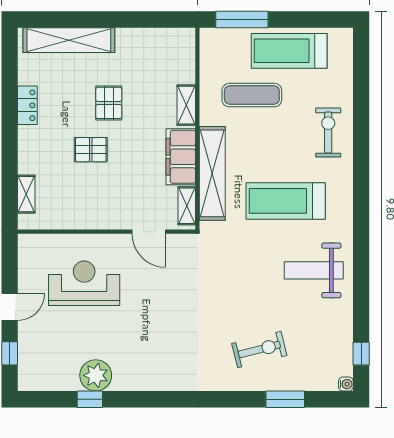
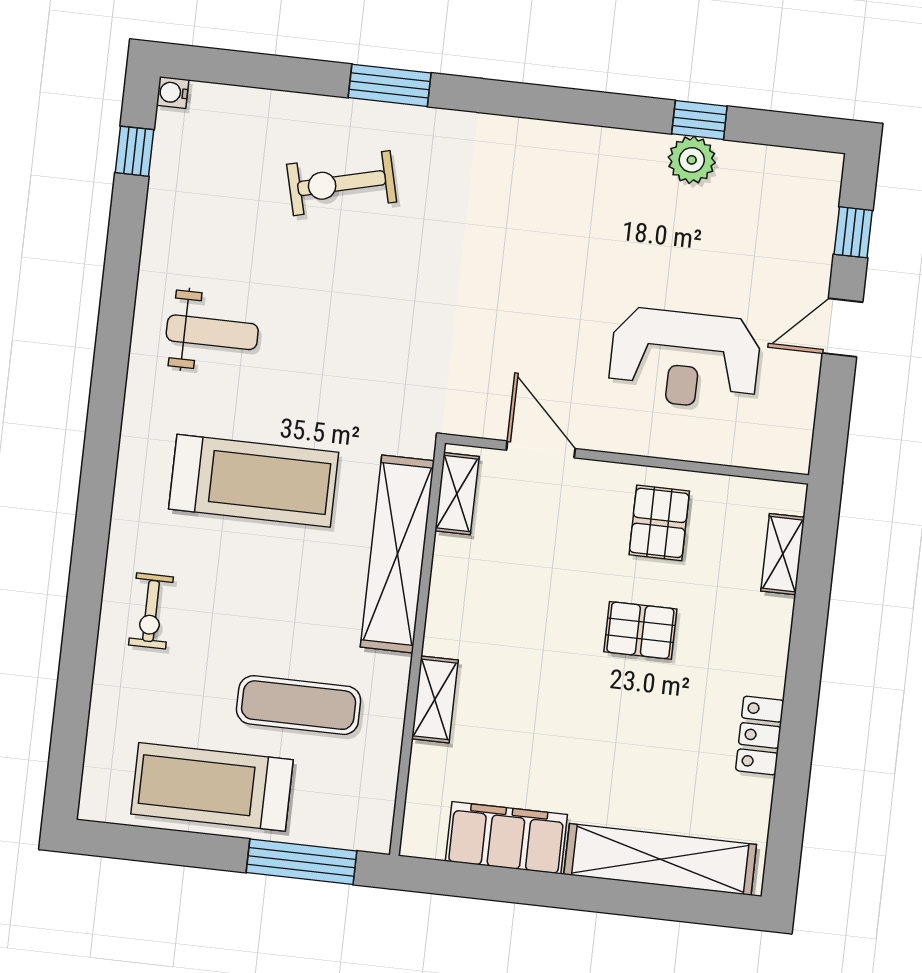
treadmill: (289, 51) -> (212, 787), turned 180
pallet: (109, 103) -> (659, 523), moved
exercise bike: (328, 132) -> (151, 611), width x0.73, depth x0.72
filing cabinet: (181, 157) -> (506, 838), moved, turned -90
weight bench: (314, 270) -> (212, 332), width x0.73, depth x0.75
plant: (96, 375) -> (692, 160), width x0.73, depth x0.73
window: (285, 399) -> (390, 85), moved

